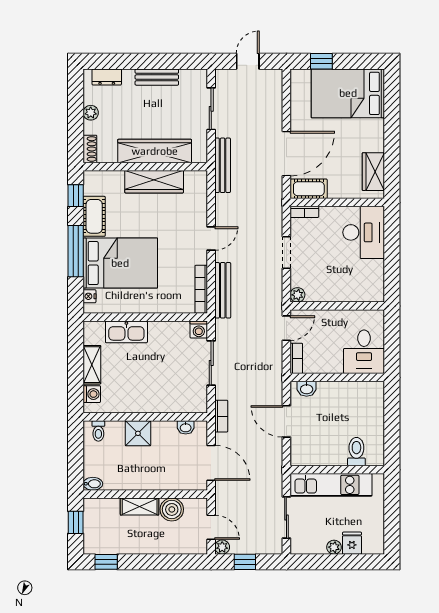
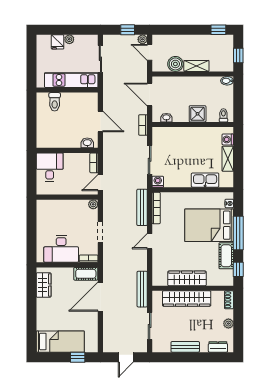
bed: (348, 93) -> (60, 342), width x0.67
desk: (364, 232) -> (61, 249), moved, turned -90

